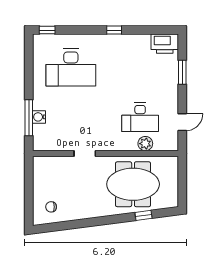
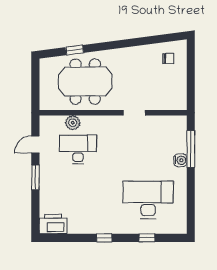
window: (47, 30) -> (147, 238), moved
window: (182, 72) -> (35, 177), moved
water cooler: (39, 117) -> (180, 160), moved

